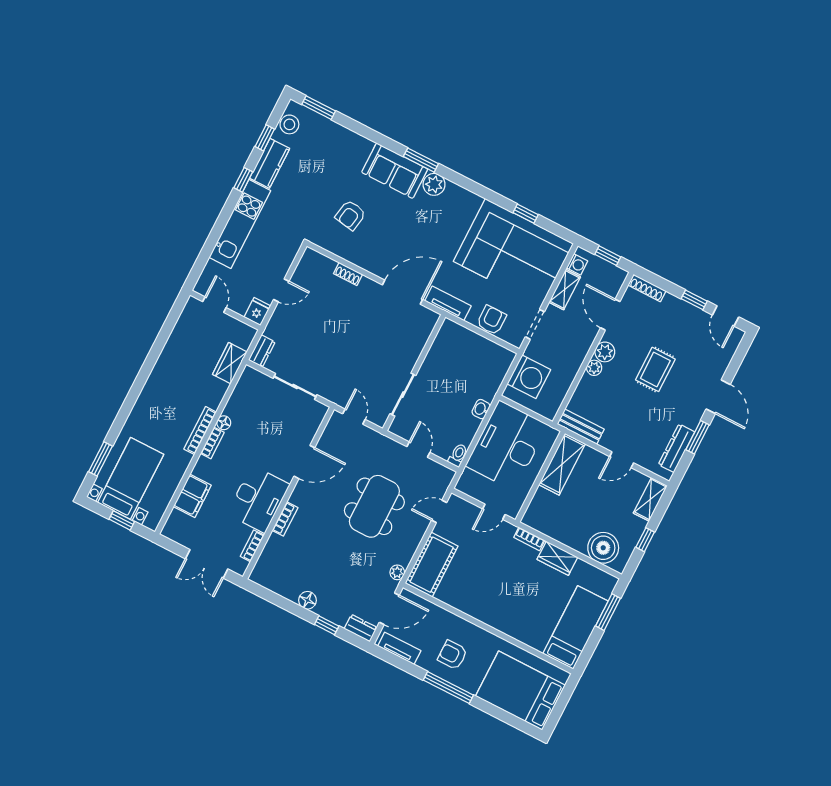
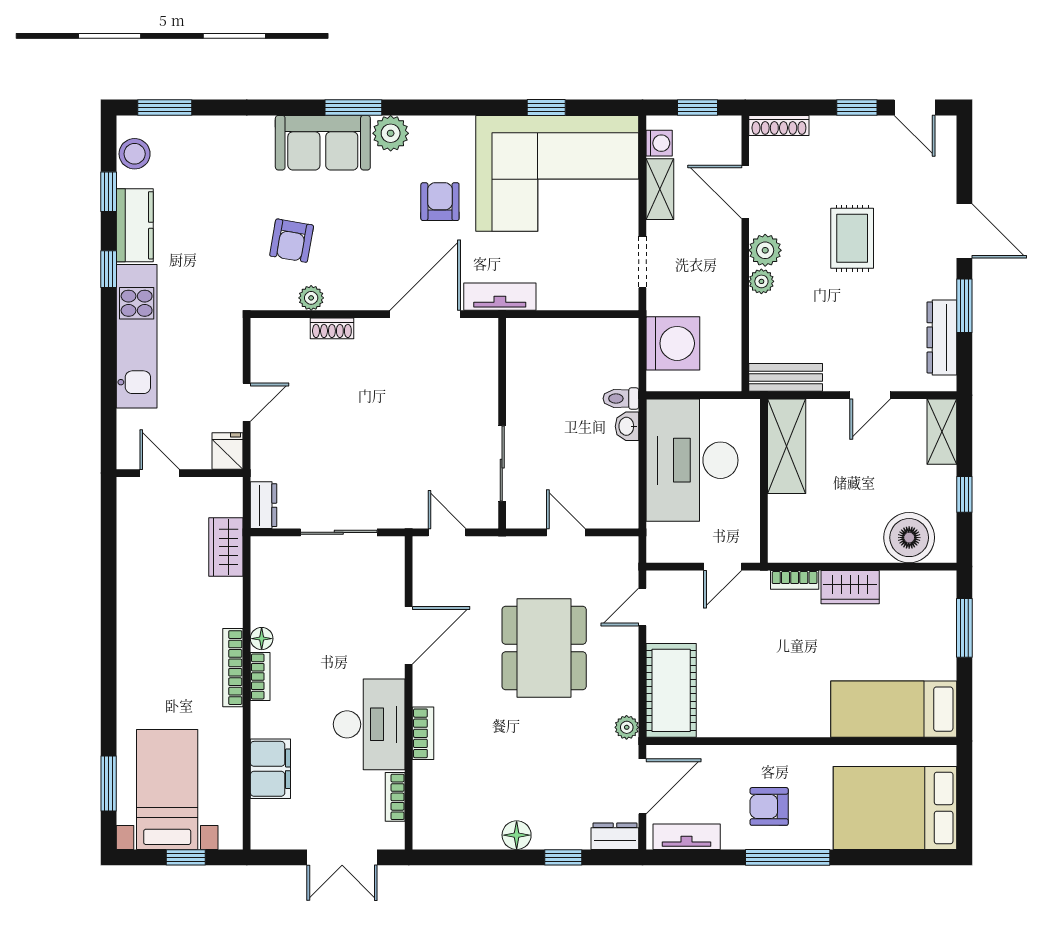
plant: (345, 252) -> (311, 298), added
armchair: (491, 320) -> (440, 202), moved
toilet: (458, 455) -> (621, 398), moved, turned -90
bed: (576, 627) -> (894, 709), moved, turned -90

